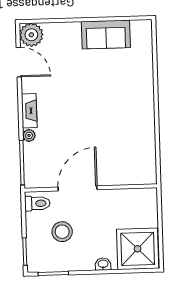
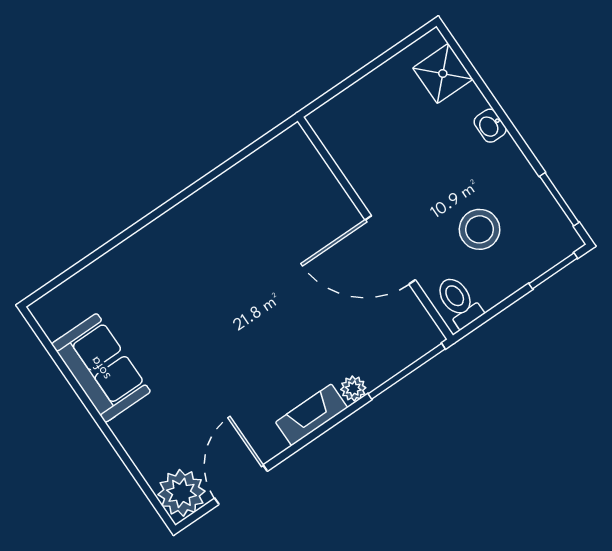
shower: (138, 249) -> (443, 73), width x0.54, depth x0.54

